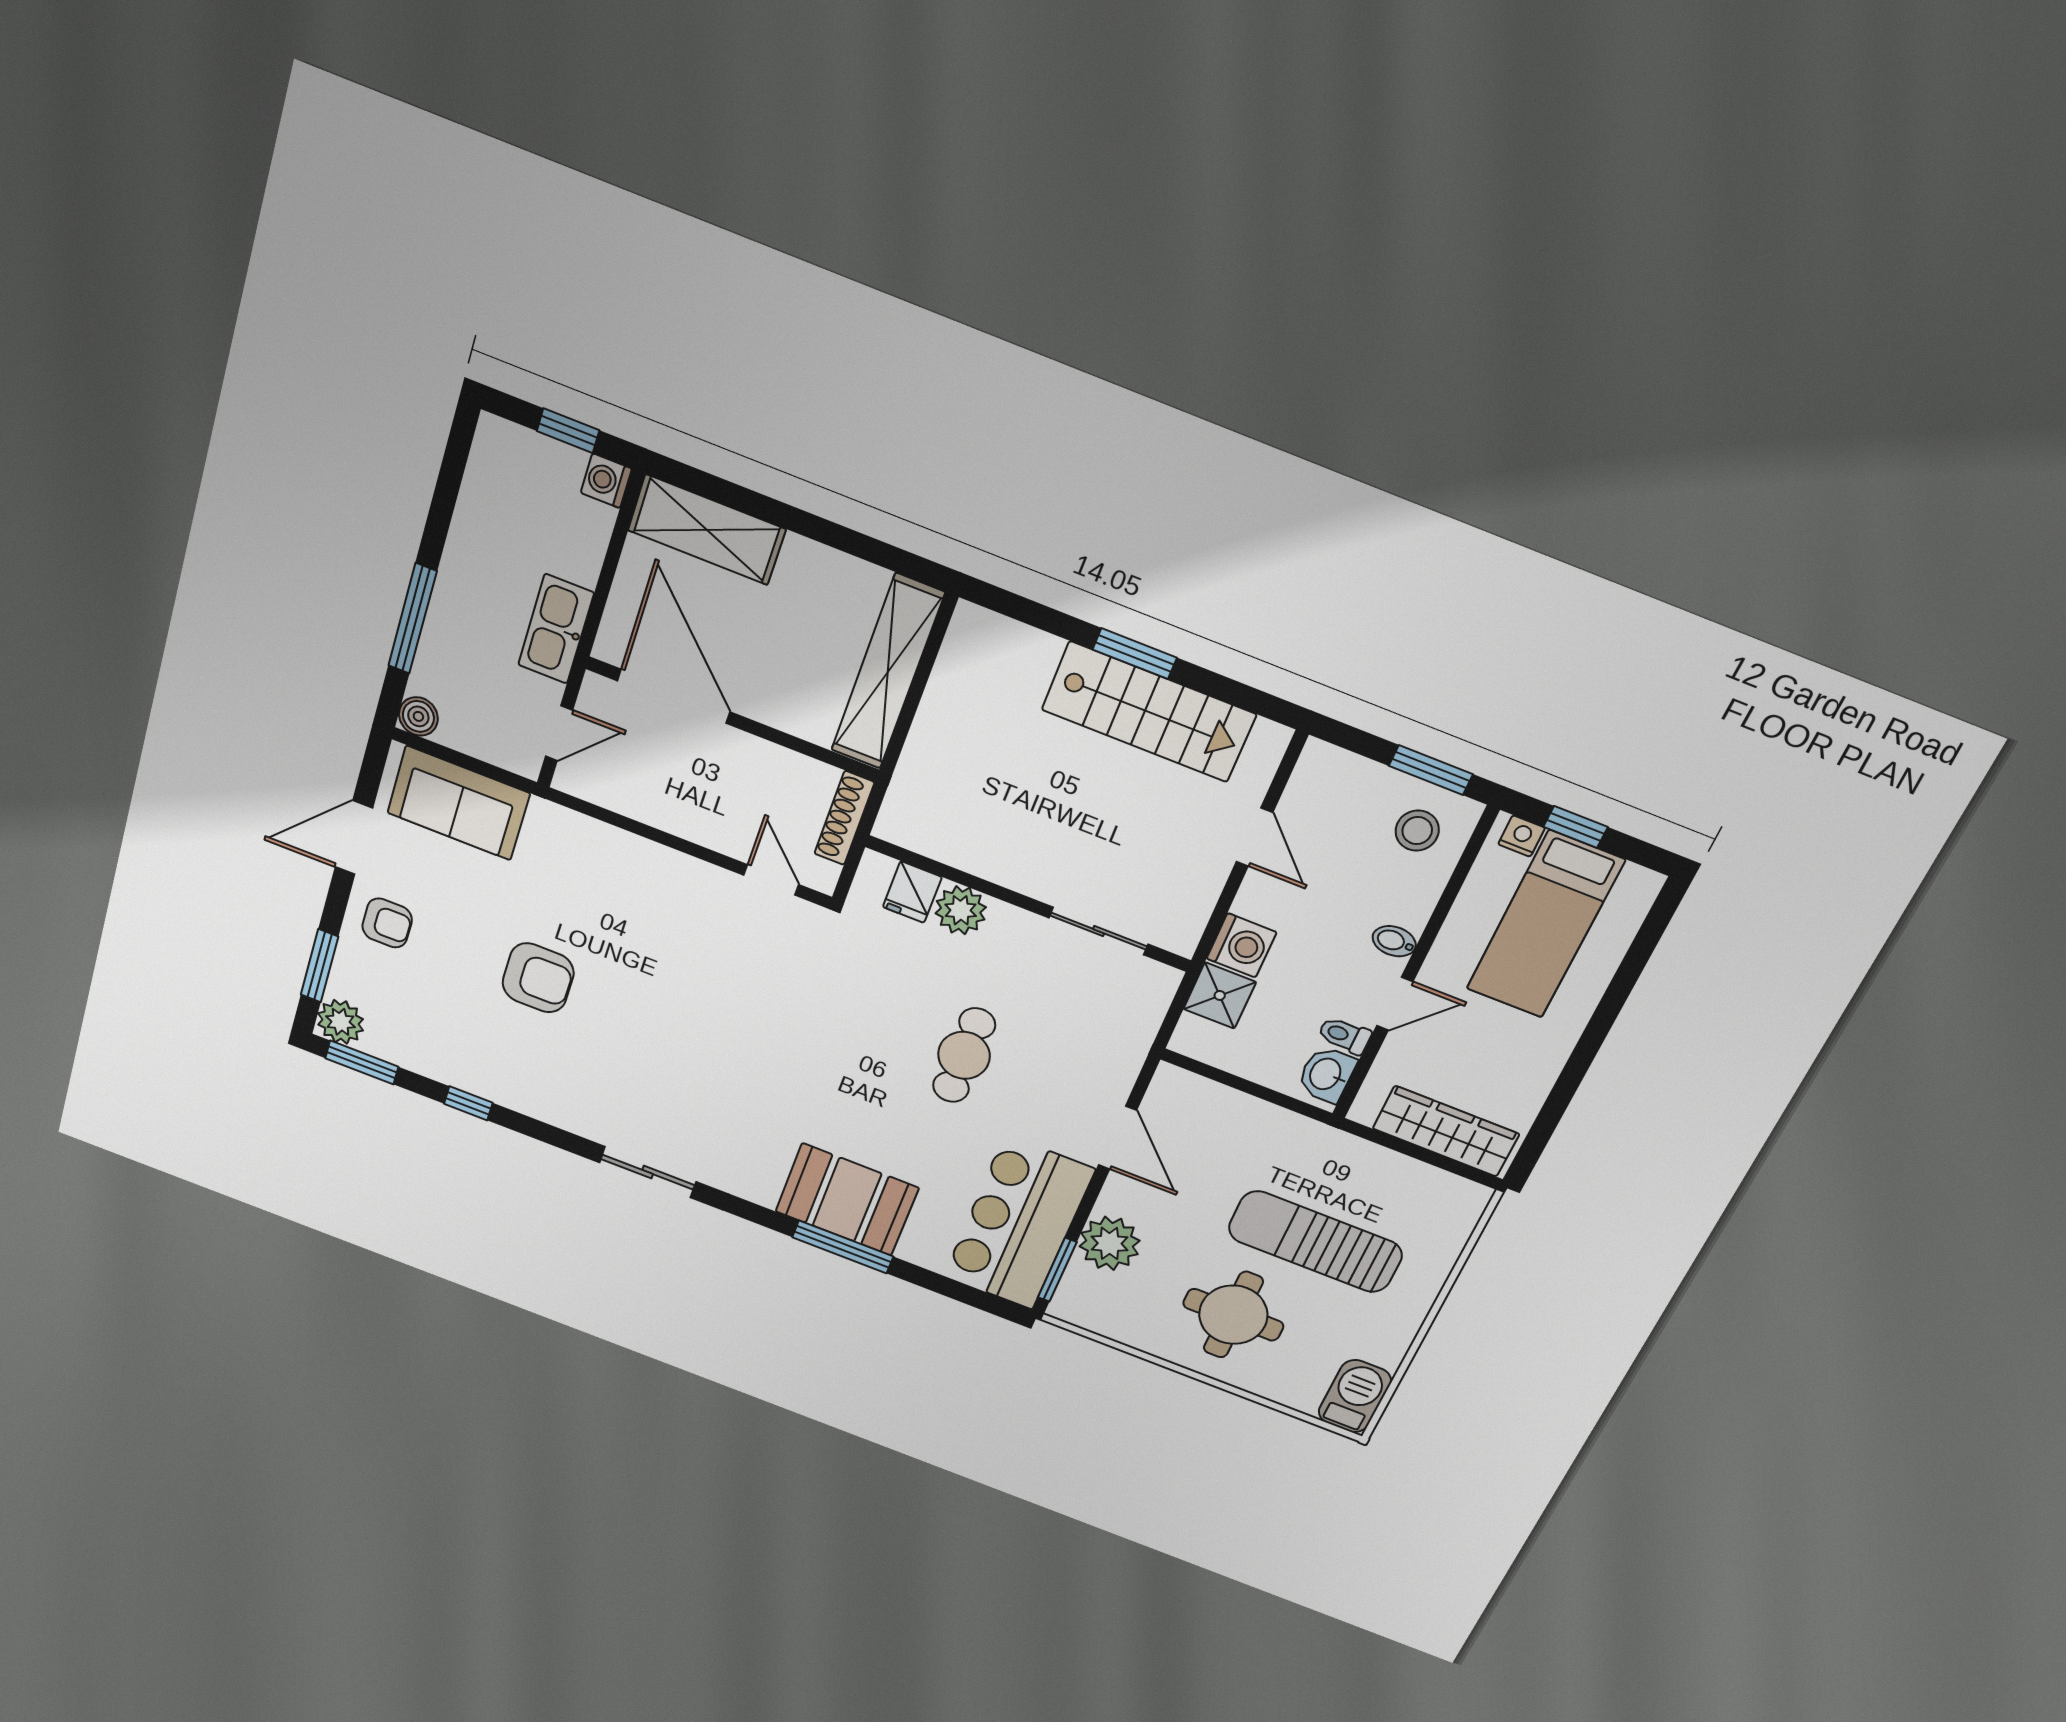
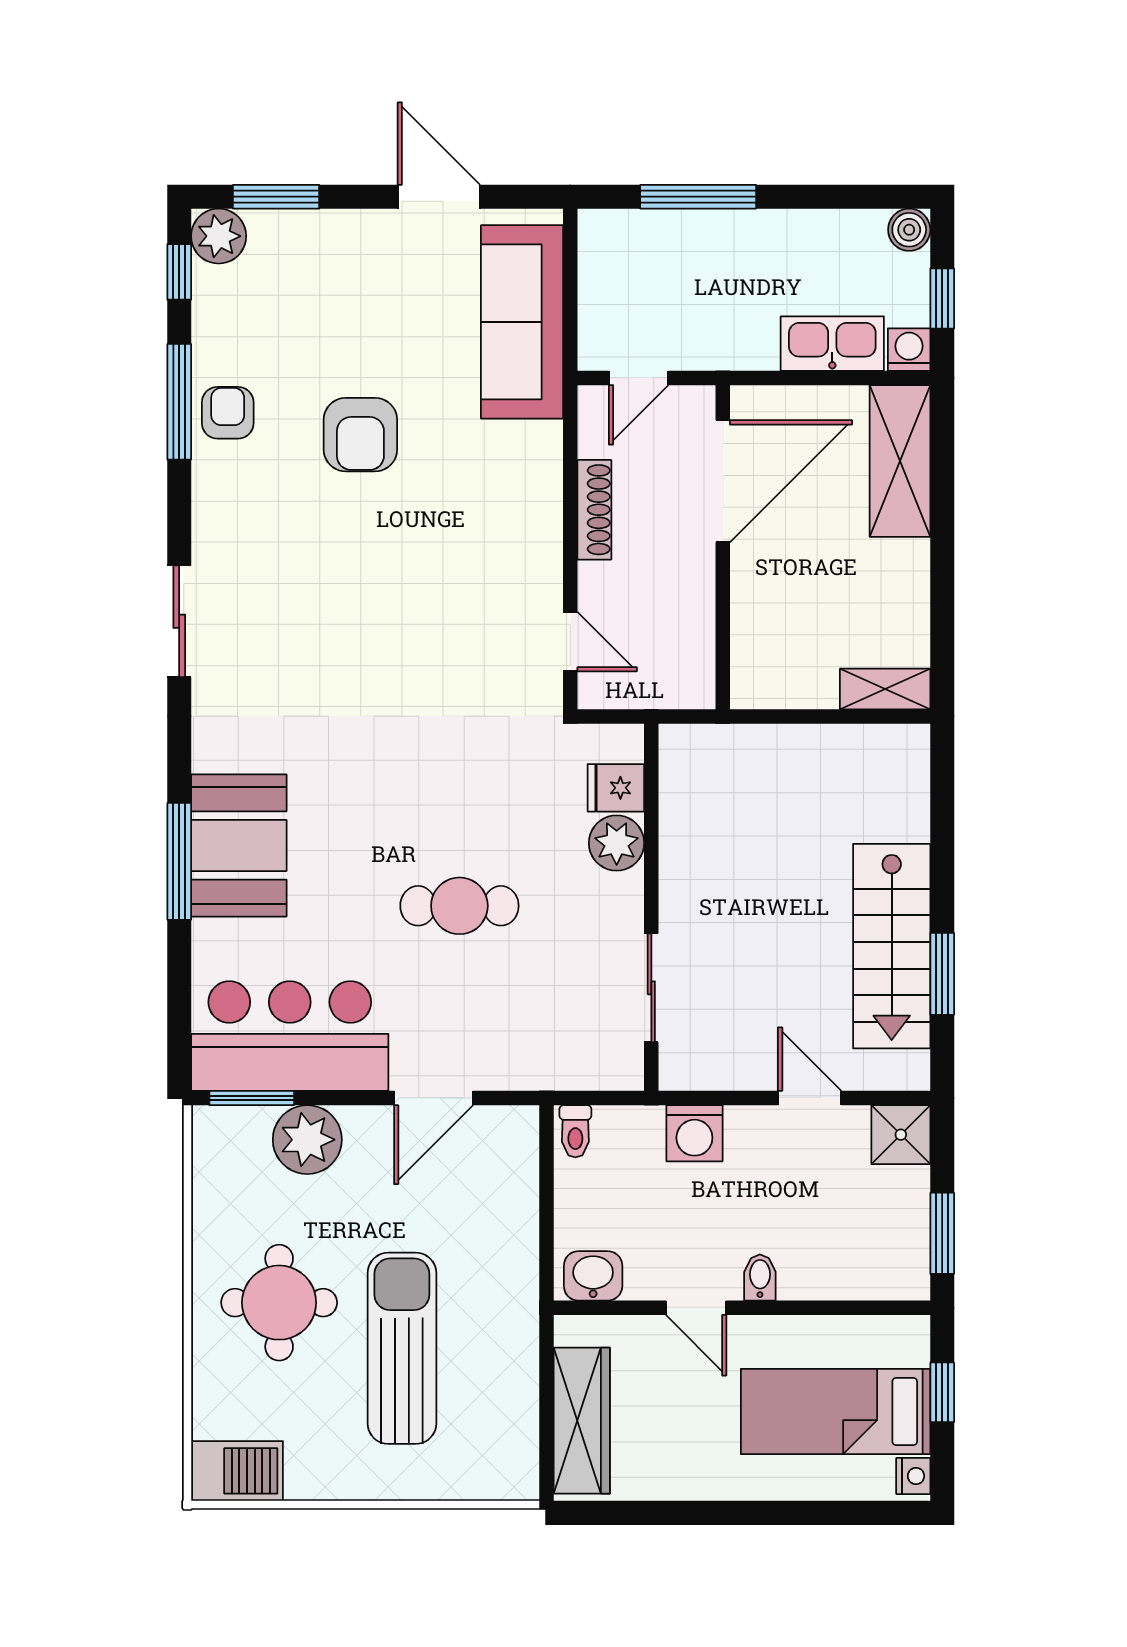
kitchen sink: (556, 629) -> (832, 344), moved
window: (1135, 654) -> (942, 974), moved
shelving: (888, 672) -> (885, 689), width x0.45, depth x0.75
boiler: (418, 716) -> (909, 230), moved
door: (559, 733) -> (639, 378), hinge flipped
sofa: (459, 803) -> (522, 322), width x1.36
shoe rack: (844, 818) -> (594, 510), moved, turned 90
stool: (1417, 831) -> (879, 1248), removed
nightstand: (1522, 836) -> (913, 1476), moved
door: (1254, 837) -> (810, 1098), swing flipped
door: (771, 880) -> (570, 642), hinge flipped
armchair: (387, 923) -> (228, 413), moved, turned 180
shower: (1220, 995) -> (901, 1135), moved
toilet: (1344, 1035) -> (575, 1131), moved, turned 180
window: (362, 1062) -> (179, 272), width x0.67
window: (468, 1103) -> (179, 402), width x2.17

